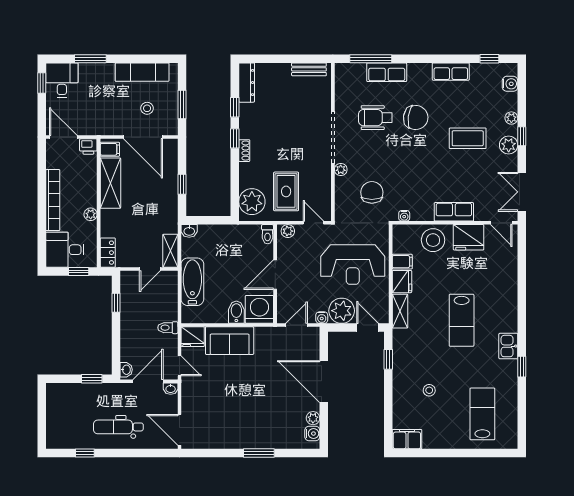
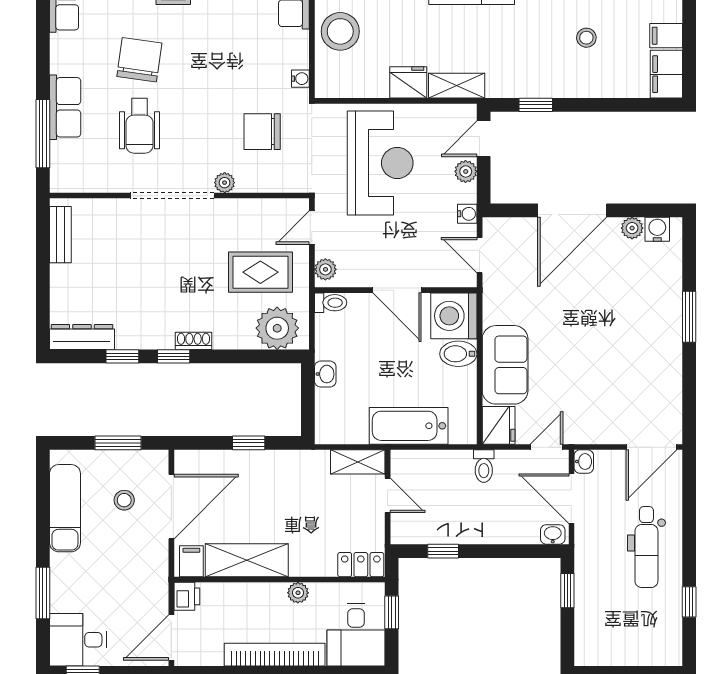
washbasin: (189, 231) -> (325, 374), moved
filing cabinet: (402, 262) -> (666, 36), moved, turned -90
plant: (342, 311) -> (466, 171), width x0.53, depth x0.53

